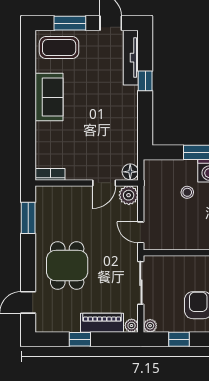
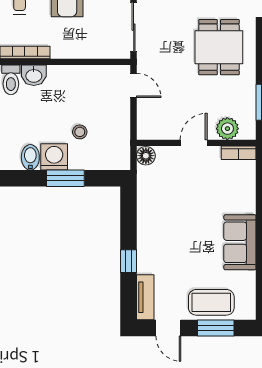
coffee table: (59, 48) -> (211, 302), moved
tv unit: (131, 58) -> (145, 297), width x0.71
door: (104, 183) -> (194, 143), moved
plant: (129, 195) -> (227, 129), moved

